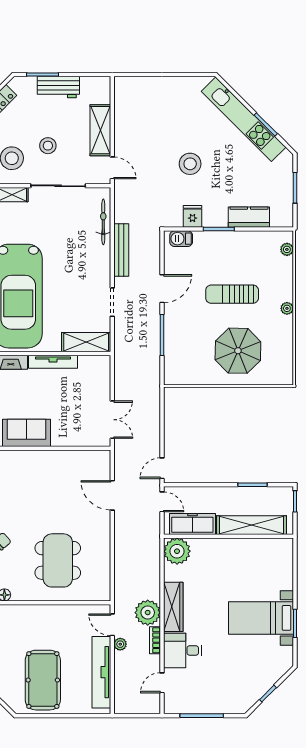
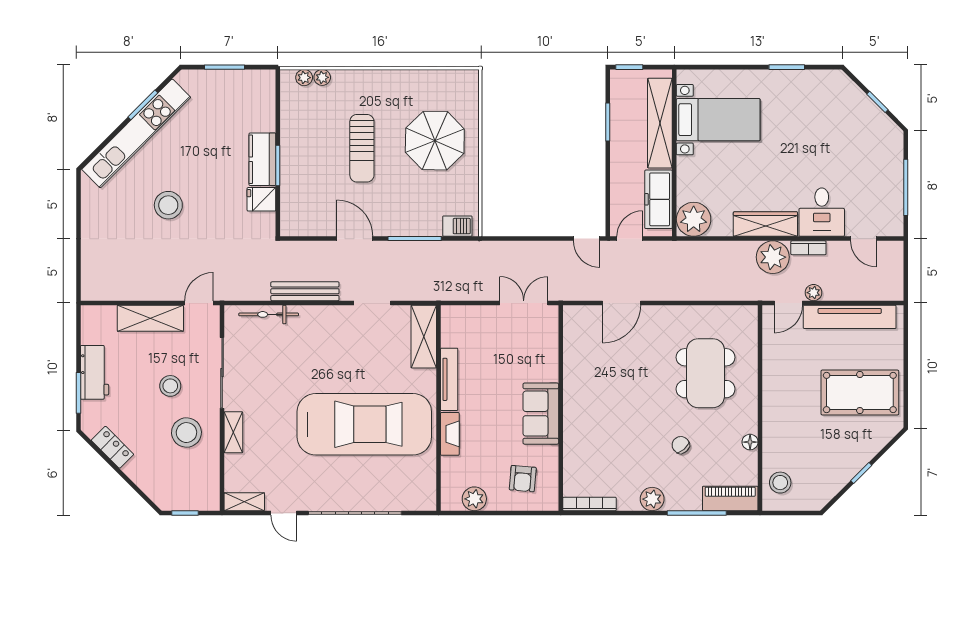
stool: (190, 164) -> (168, 205), moved
kitchen counter: (249, 217) -> (262, 159), moved
barbecue: (181, 239) -> (457, 226), moved, turned -90
plant: (287, 308) -> (322, 77), moved
dining table: (58, 560) -> (706, 373), turned 90
bed with nightstands: (261, 618) -> (718, 120), moved, turned -90

